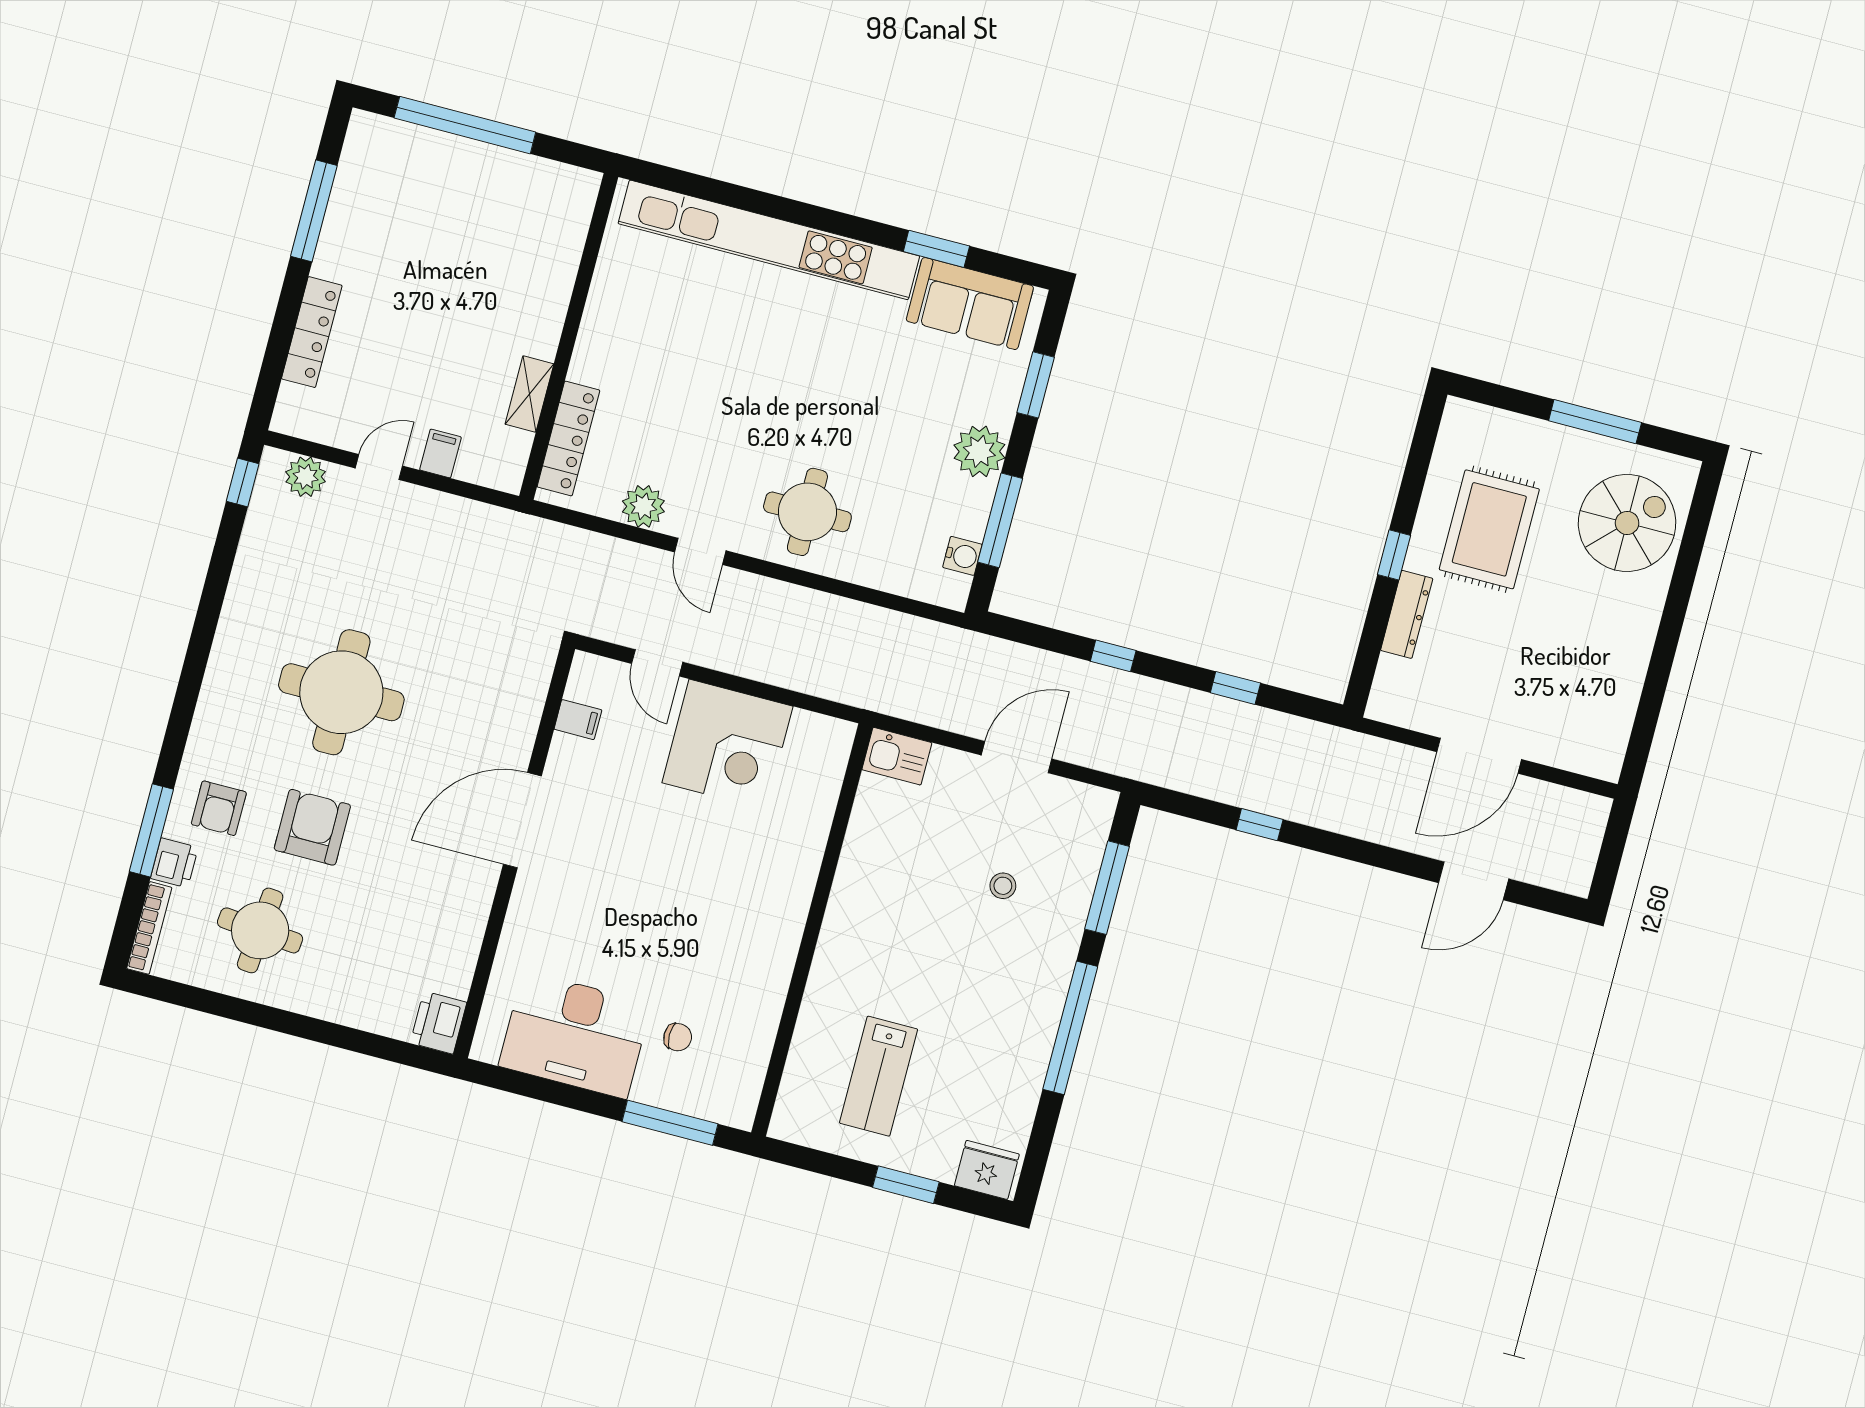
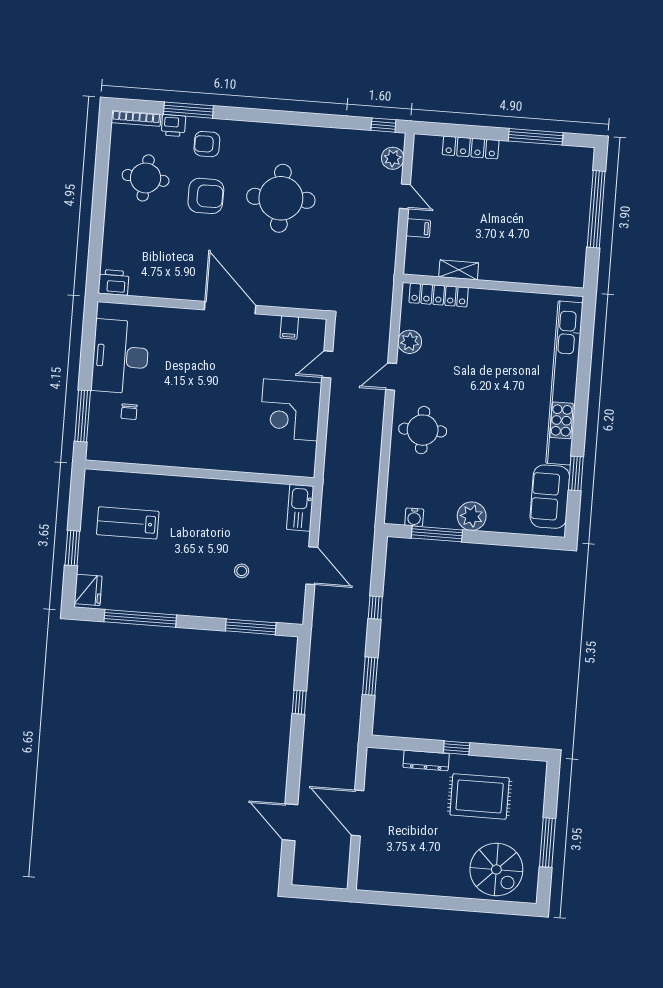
window: (1036, 385) -> (513, 540), removed
window: (1235, 688) -> (370, 676), width x1.50
kitchen sink: (897, 756) -> (300, 508), width x1.38
window: (1070, 1028) -> (140, 618), moved

